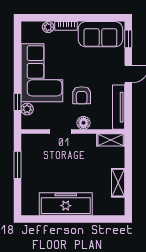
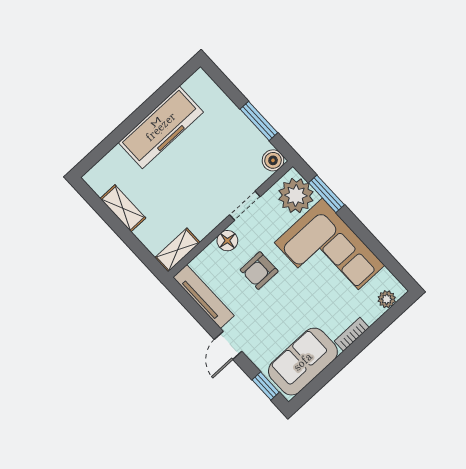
plant: (48, 27) -> (387, 299), moved
armchair: (82, 95) -> (259, 271), turned -90
window: (17, 102) -> (326, 194), width x1.50
plant: (27, 109) -> (296, 196), width x1.88, depth x1.88
boiler: (28, 140) -> (273, 160), added

